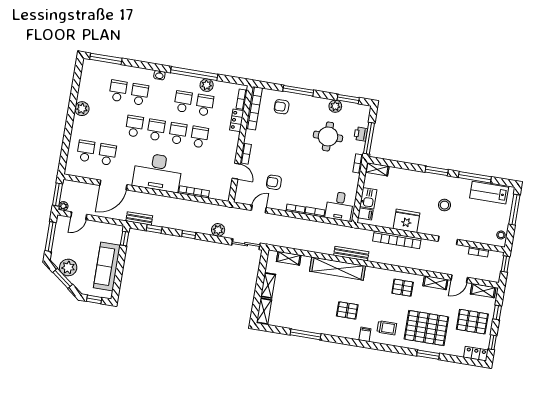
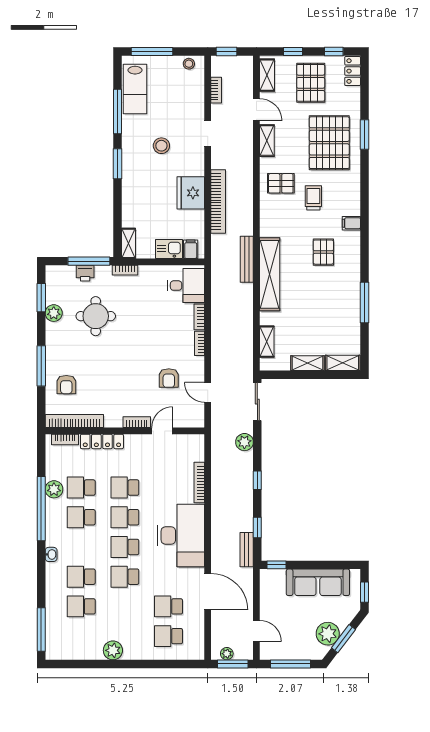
locker: (237, 120) -> (102, 441), width x1.53
plant: (63, 206) -> (227, 654), moved
pallet: (403, 288) -> (281, 183), turned 90
trolley: (387, 328) -> (313, 198), moved

